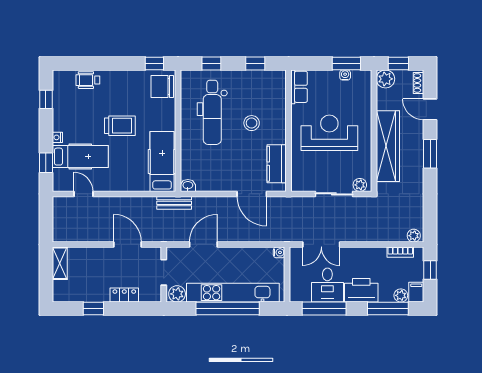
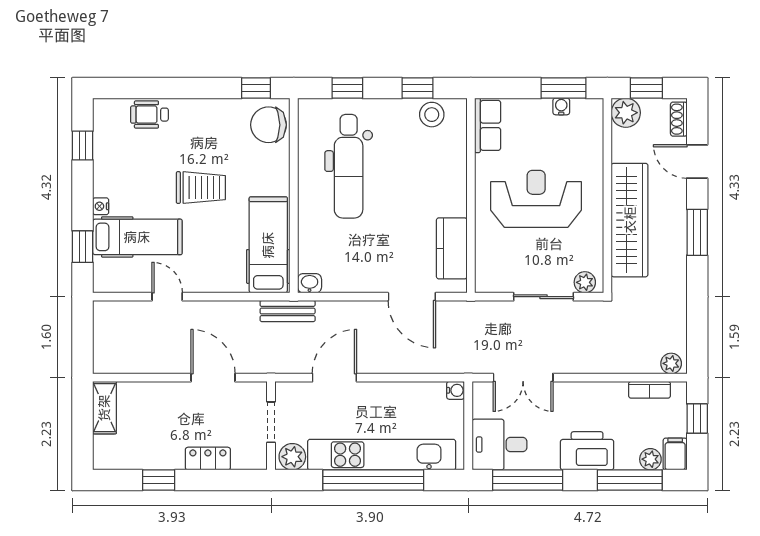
stool: (252, 123) -> (432, 115), moved
door: (83, 194) -> (167, 297), moved
desk: (327, 285) -> (499, 445), moved, turned 90

